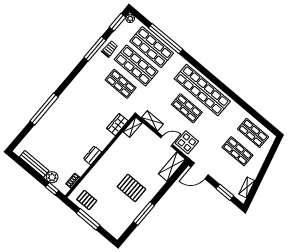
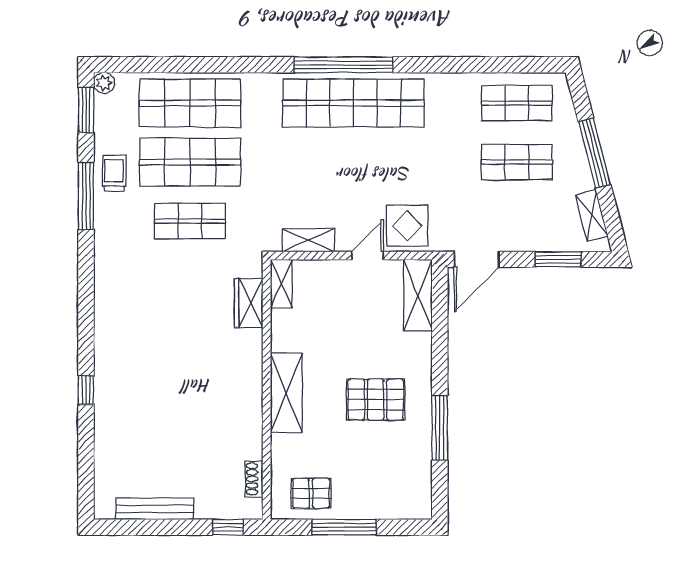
window: (166, 39) -> (343, 65), moved
shop shelf: (187, 108) -> (353, 162), removed
window: (44, 109) -> (86, 390), width x0.32
dresser: (92, 155) -> (251, 400), removed
shelving: (105, 162) -> (286, 393), added
window: (264, 169) -> (595, 153), added
plant: (52, 177) -> (210, 506), removed

